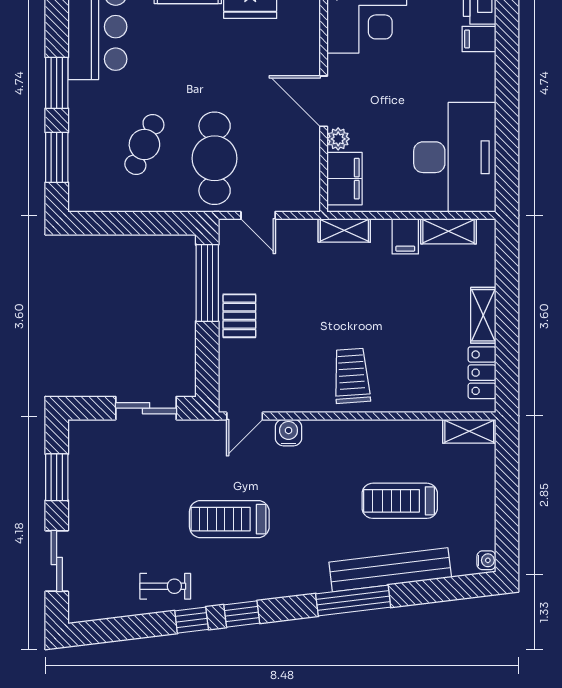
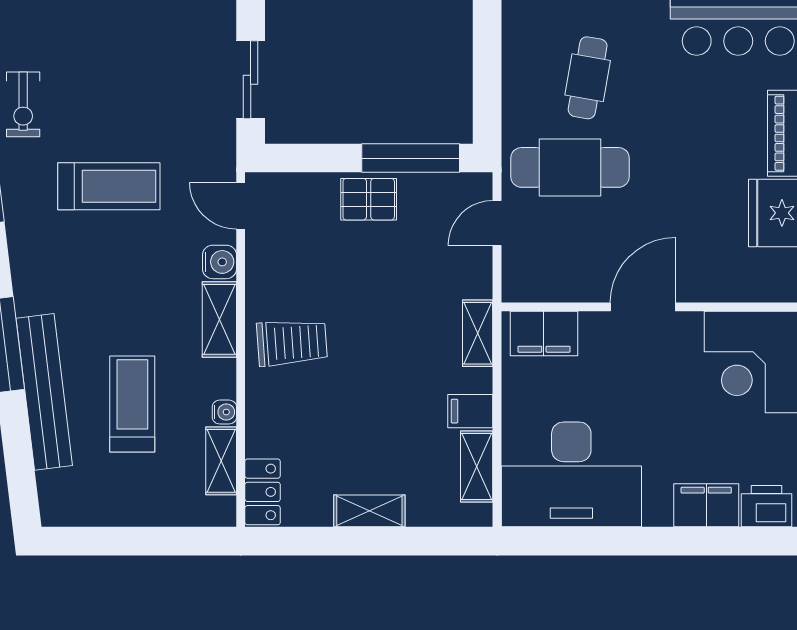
filing cabinet: (479, 39) -> (706, 505), width x2.00
plant: (338, 139) -> (595, 325), removed
cafe table: (144, 145) -> (588, 78), turned 76
locker: (482, 373) -> (263, 492), moved, turned 90
shelving: (469, 431) -> (221, 461), moved
shelving: (334, 433) -> (219, 319), added
treadmill: (229, 519) -> (109, 186), turned 90
water cooler: (486, 560) -> (224, 412), moved, turned -90

